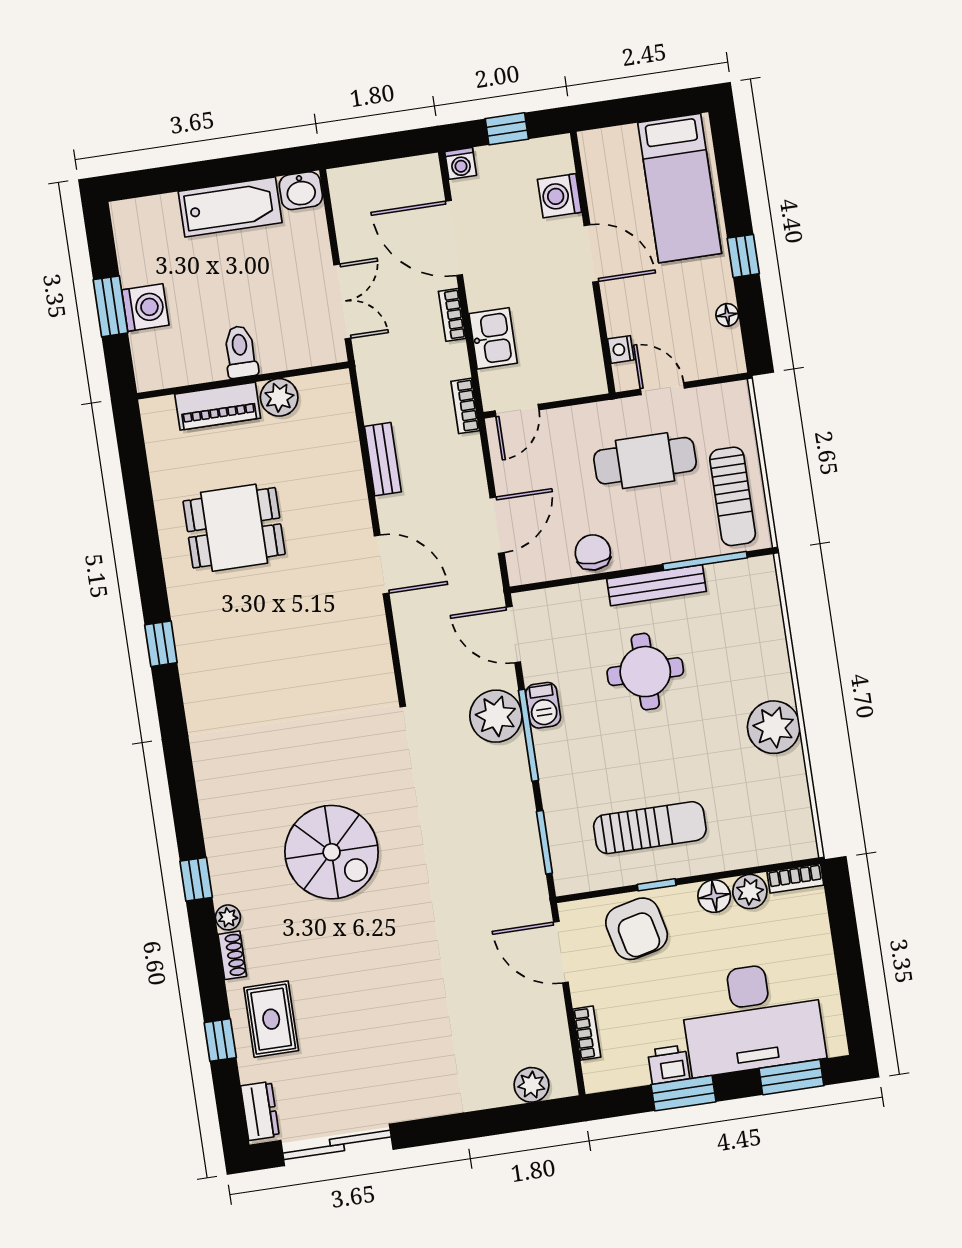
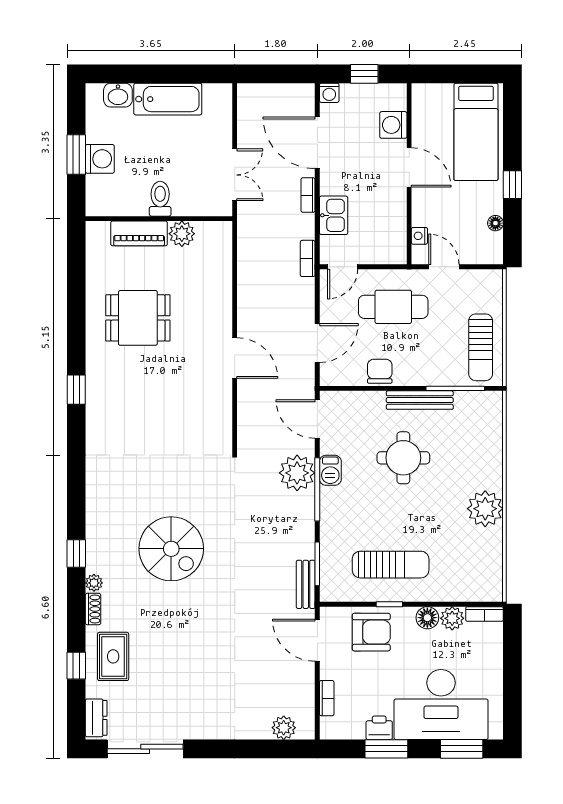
washbasin: (301, 191) -> (118, 95), moved
bench: (383, 459) -> (306, 584), moved
cafe table: (645, 461) -> (393, 307), moved
armchair: (637, 929) -> (371, 632), turned -77

